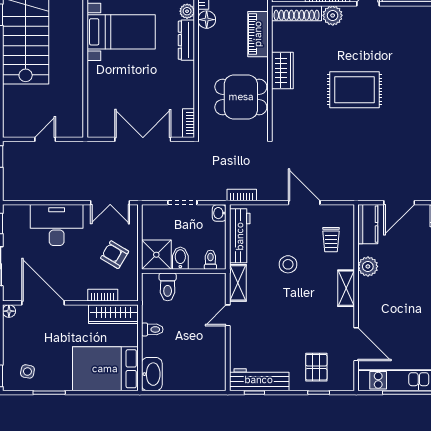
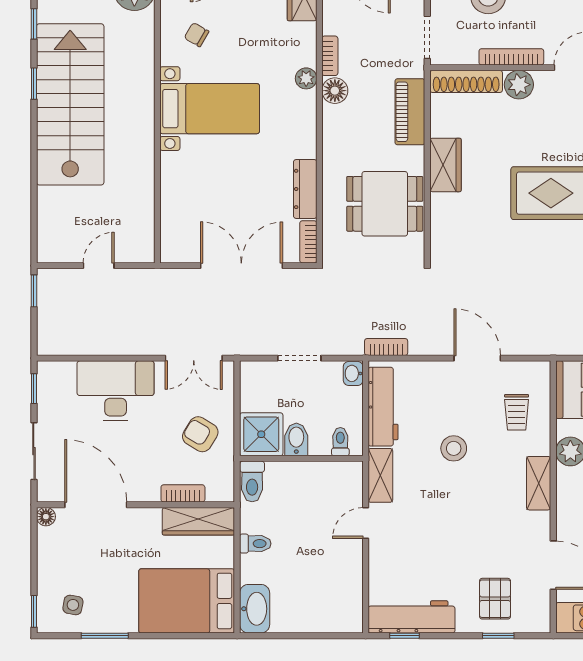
dresser: (186, 40) -> (305, 189), moved
toilet: (168, 287) -> (252, 481), moved

